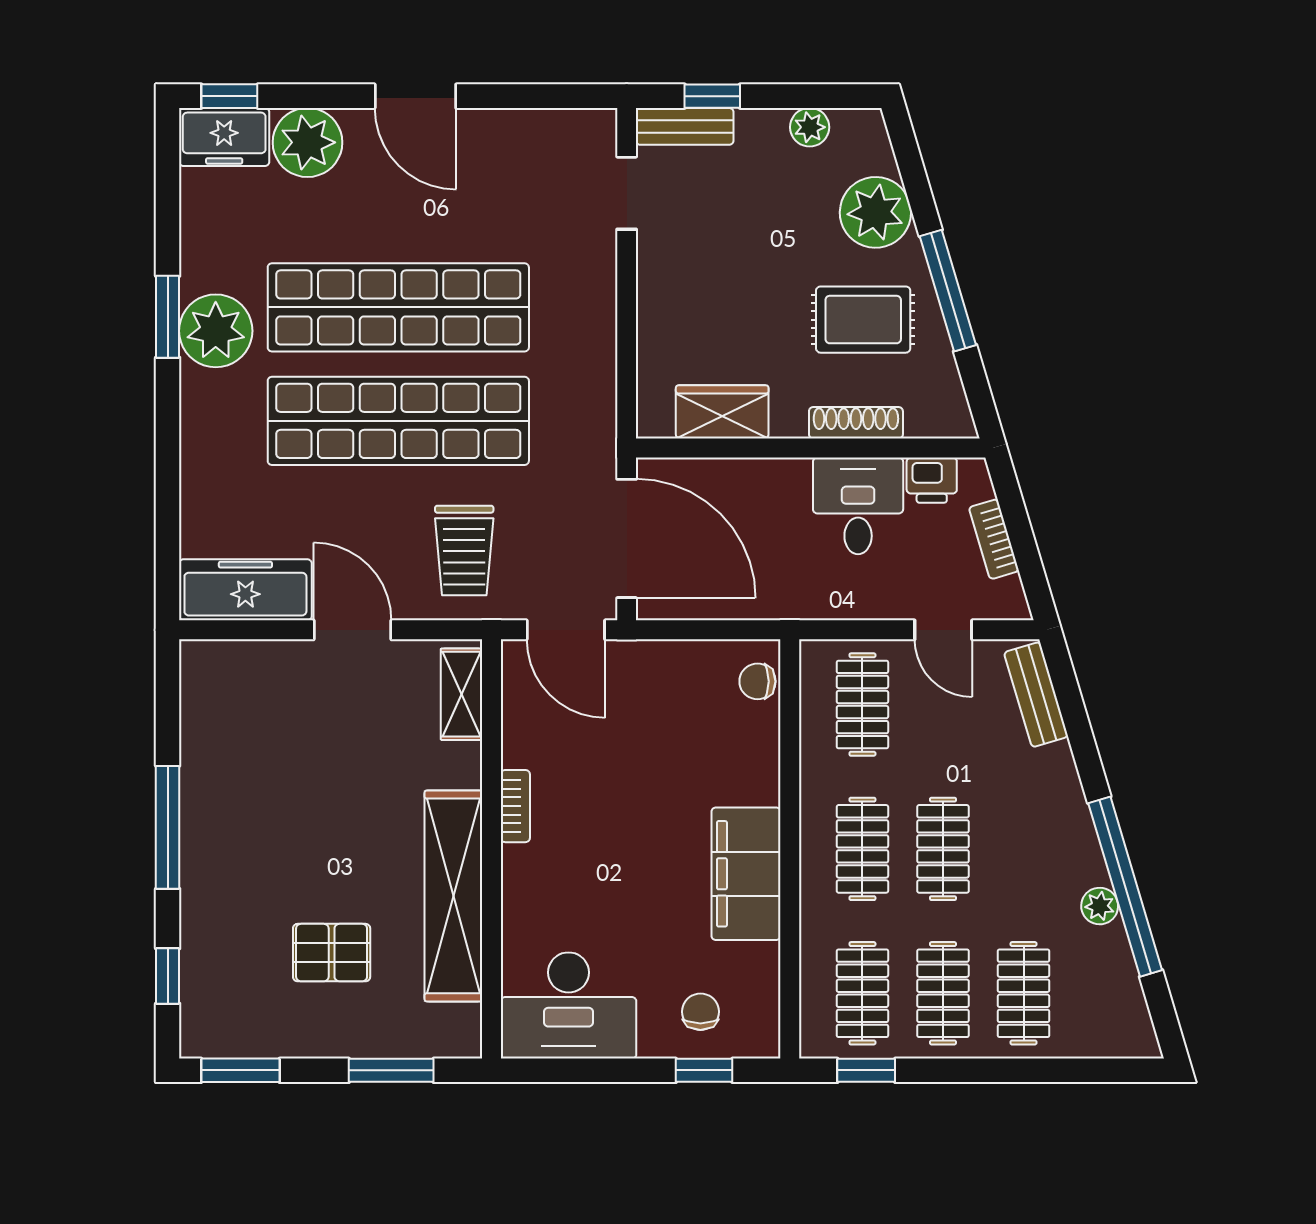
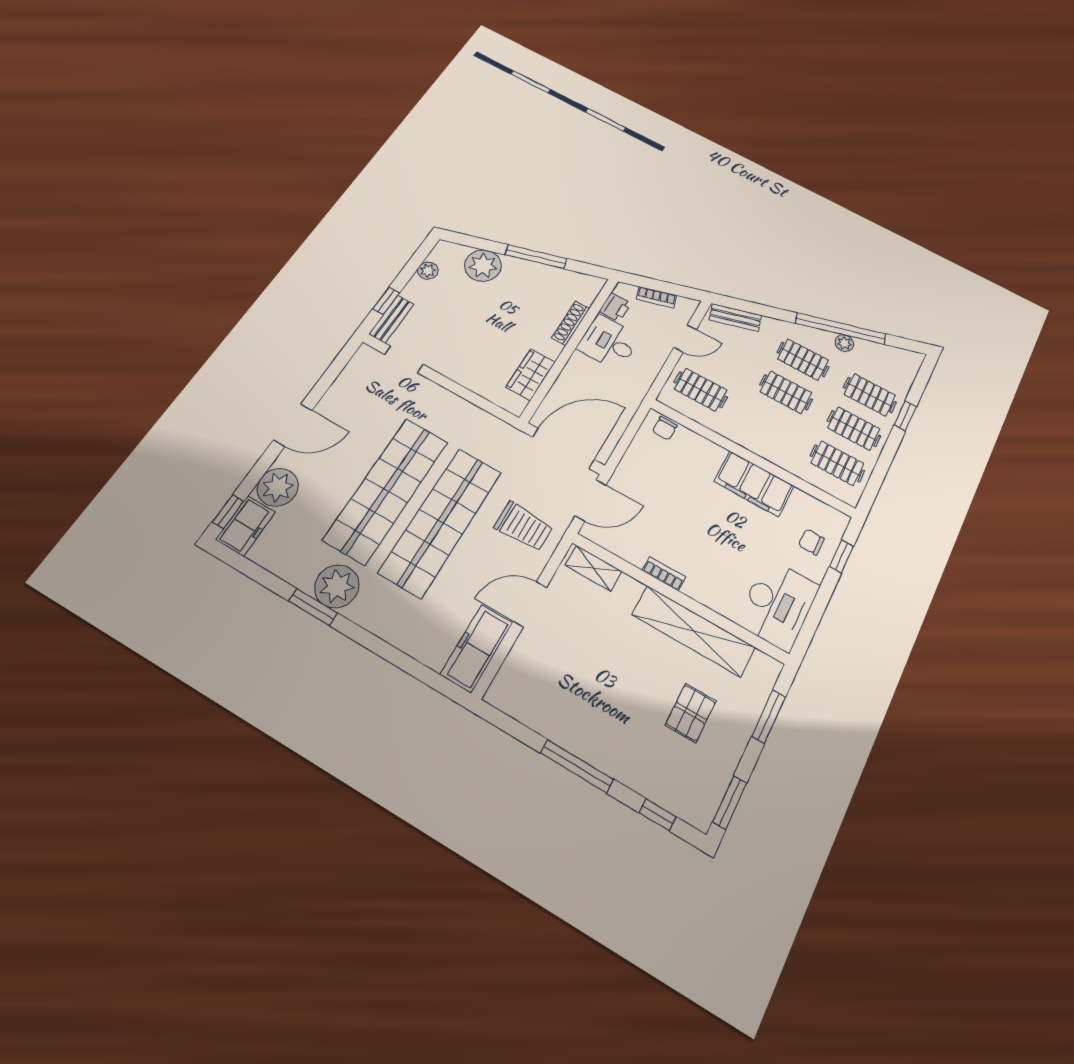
rug: (863, 320) -> (527, 296), removed
clothes rail: (862, 849) -> (803, 360), moved
window: (866, 1070) -> (905, 416), moved

